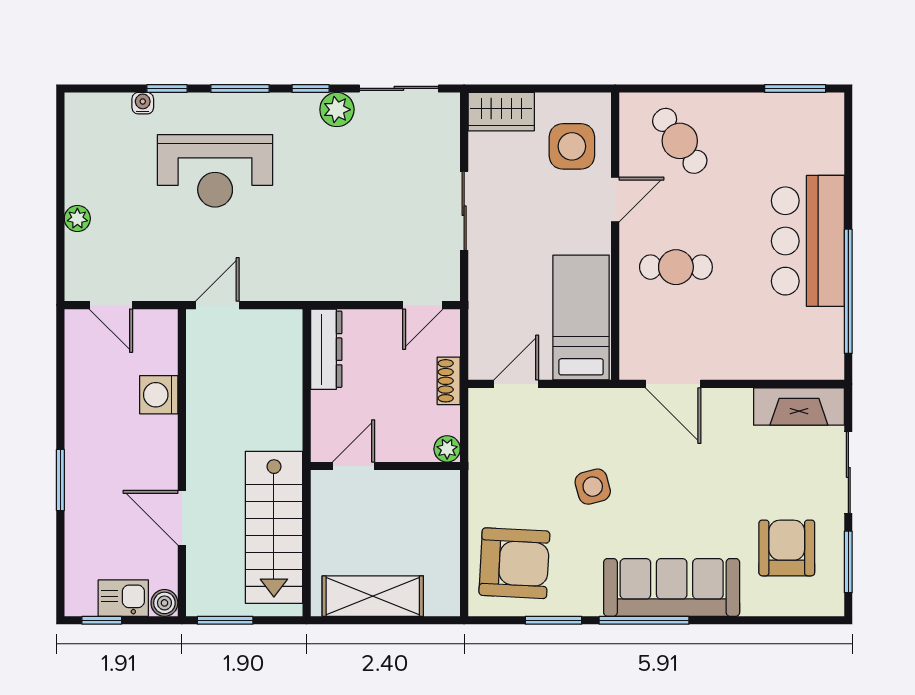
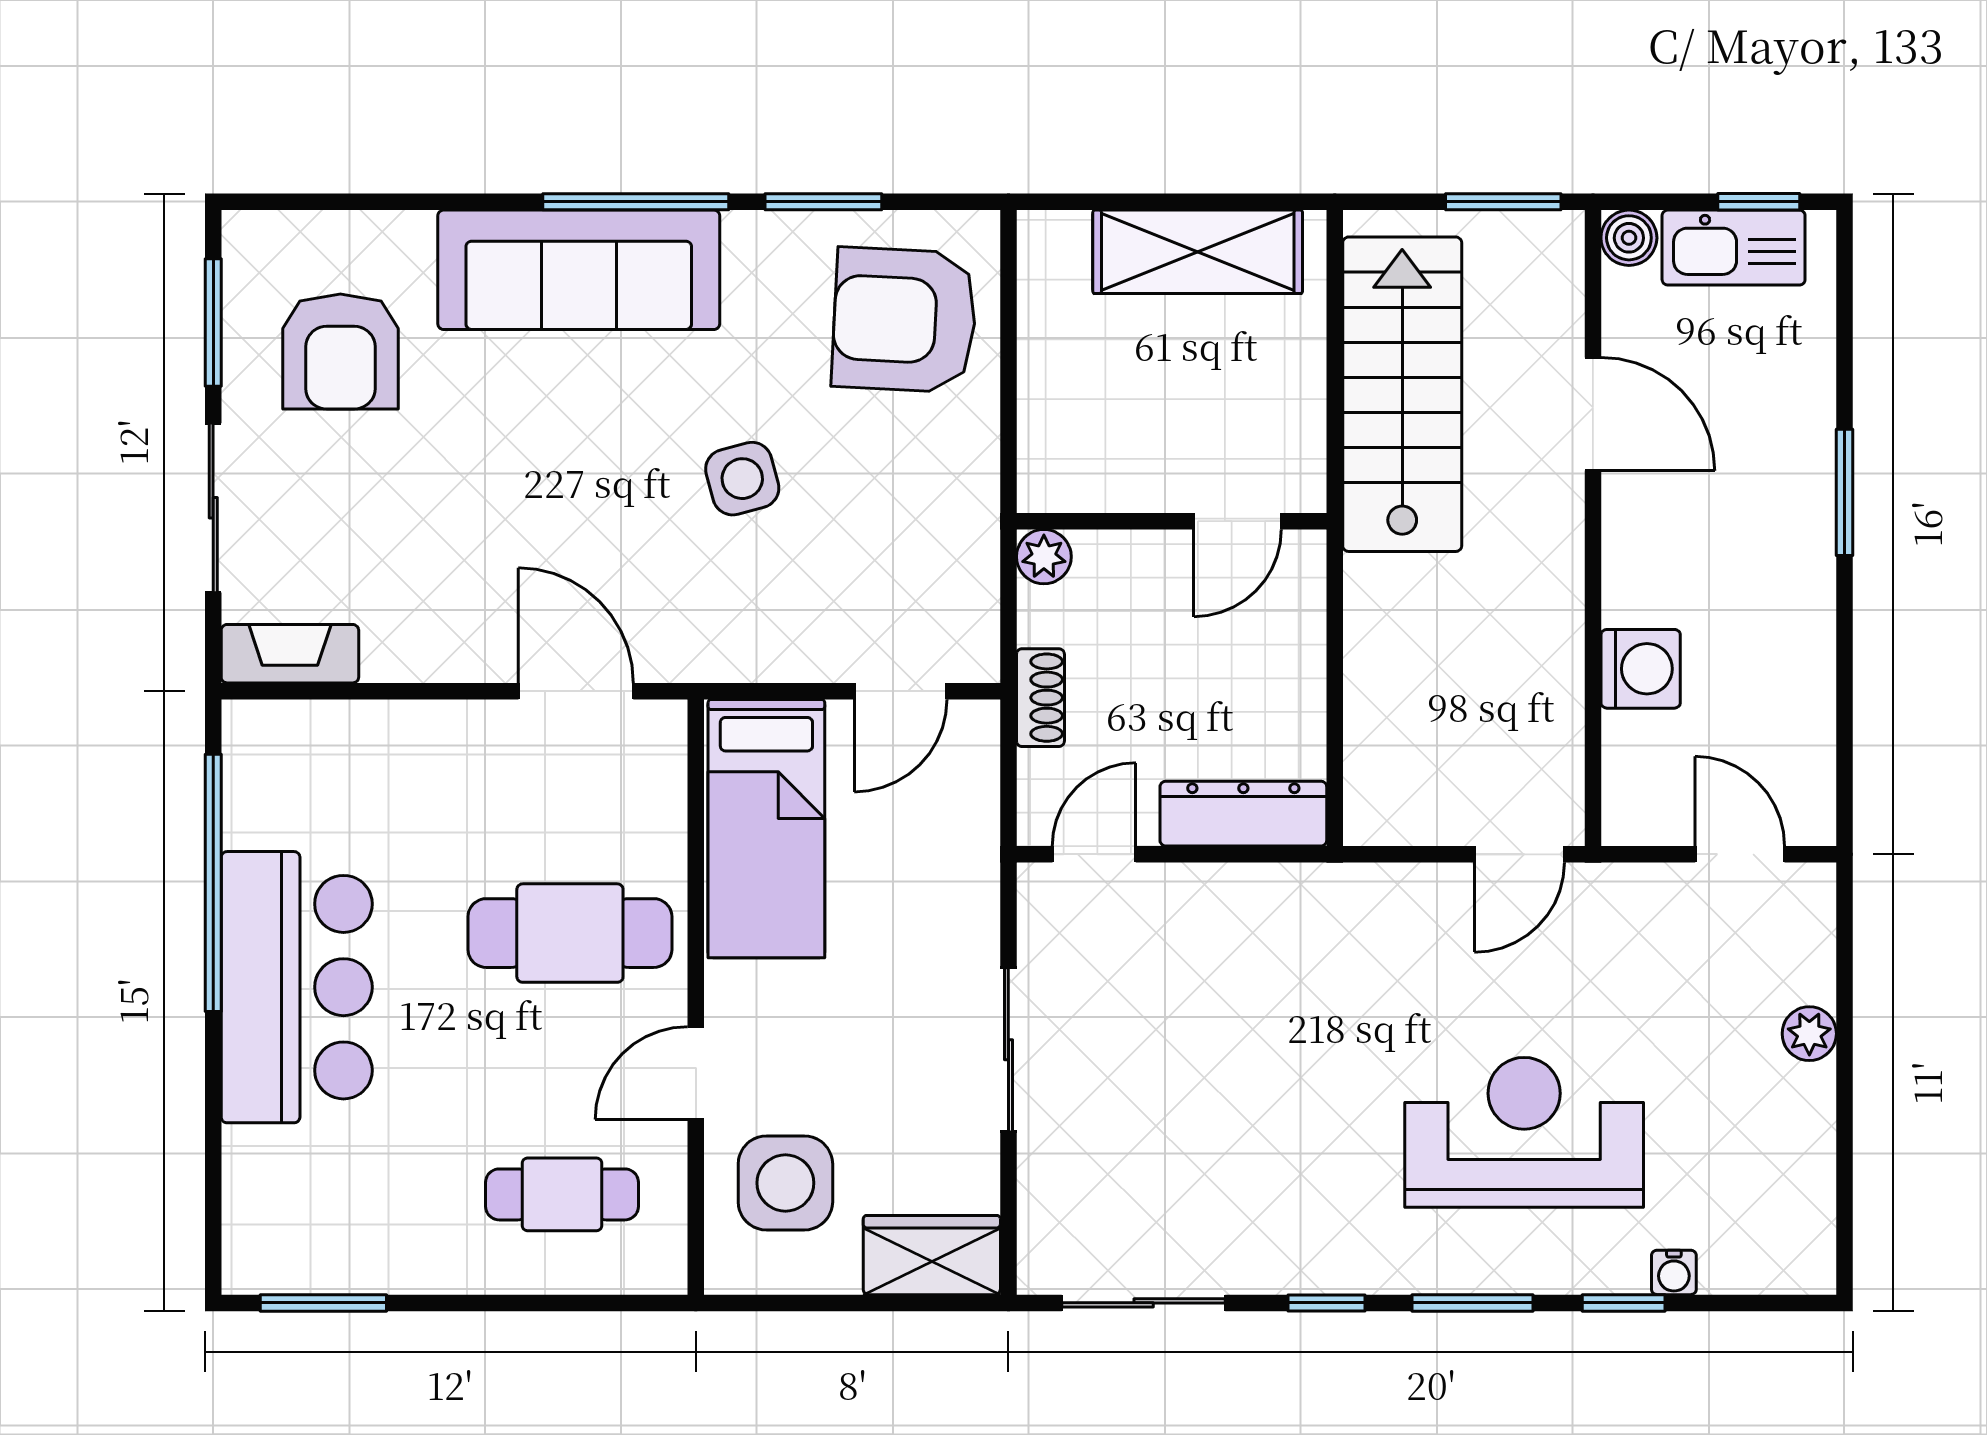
plant: (337, 110) -> (1272, 1259), removed
cafe table: (680, 141) -> (562, 1194), turned -54
cafe table: (676, 267) -> (570, 933), width x1.37, depth x1.35
dresser: (326, 349) -> (1243, 814), moved, turned 90
fireplace: (799, 407) -> (290, 654), width x0.73, depth x0.76
kitchen sink: (123, 598) -> (1734, 248), width x1.38

